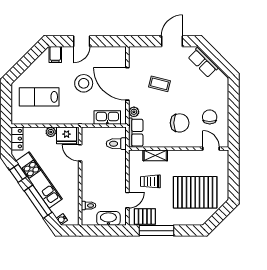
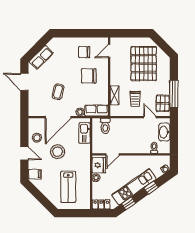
stool: (101, 57) -> (37, 138), added
chair: (180, 123) -> (89, 76), turned -90
window: (38, 202) -> (151, 188), width x0.46

